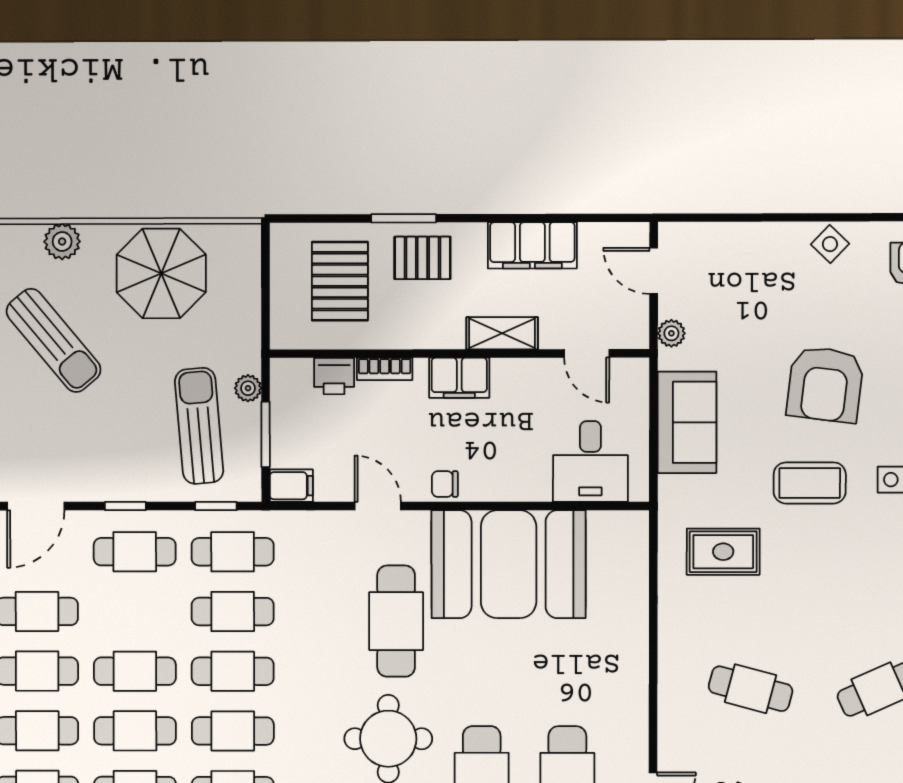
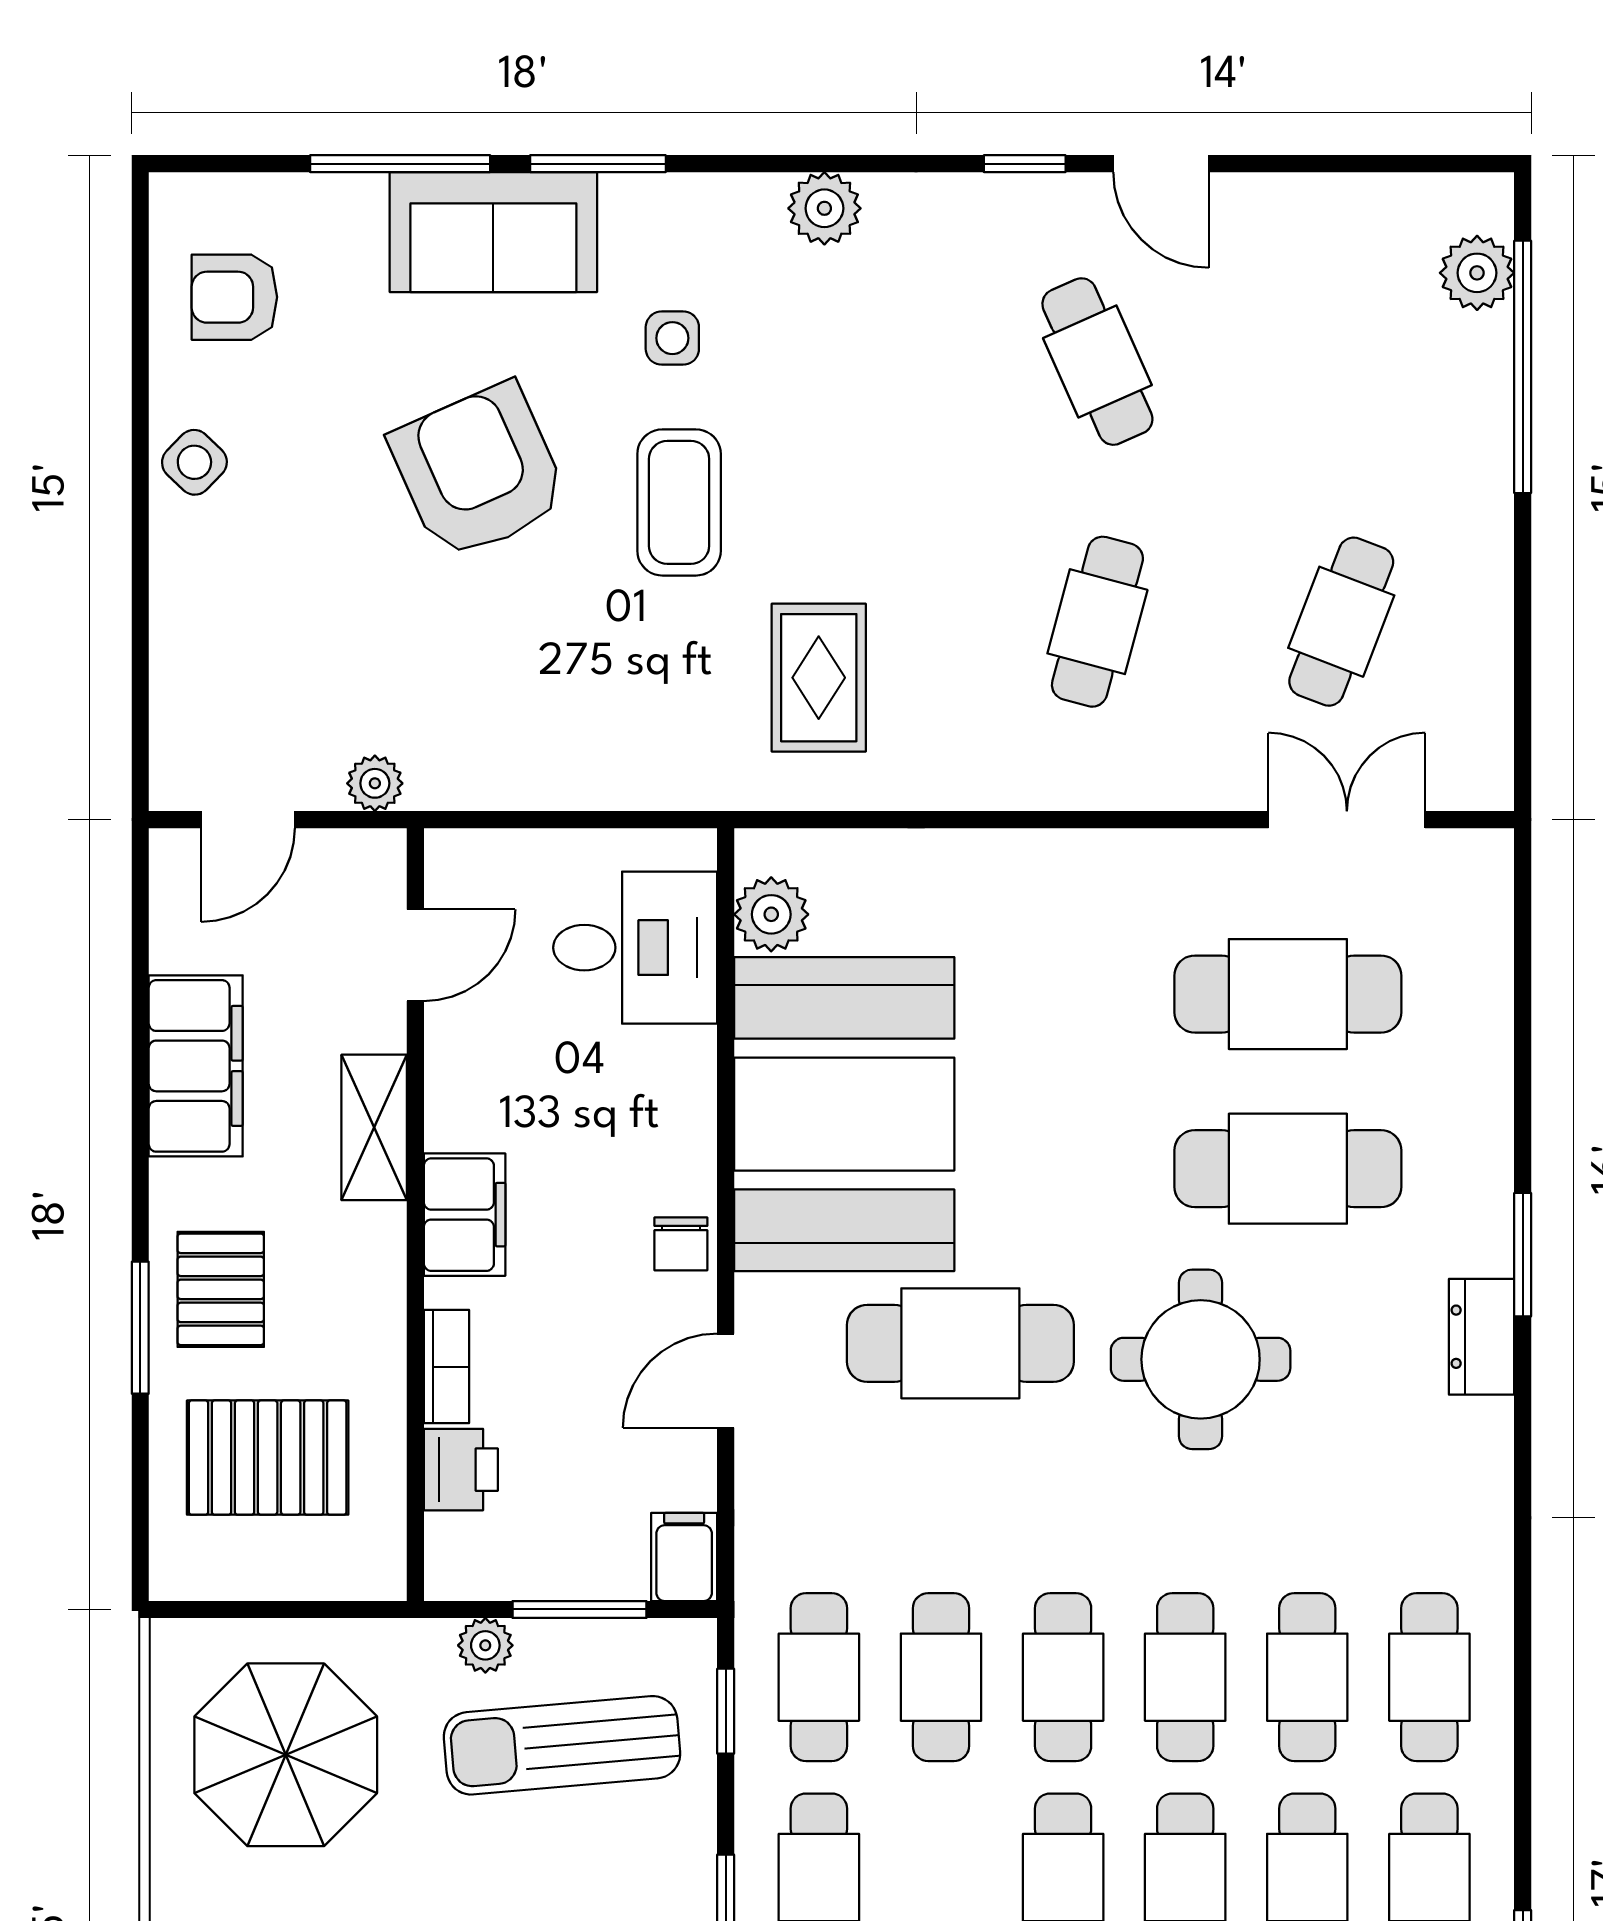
parasol: (161, 273) -> (286, 1755), moved
armchair: (825, 384) -> (479, 471), turned -121
sofa: (687, 422) -> (556, 751), removed
plant: (607, 528) -> (771, 914), added

